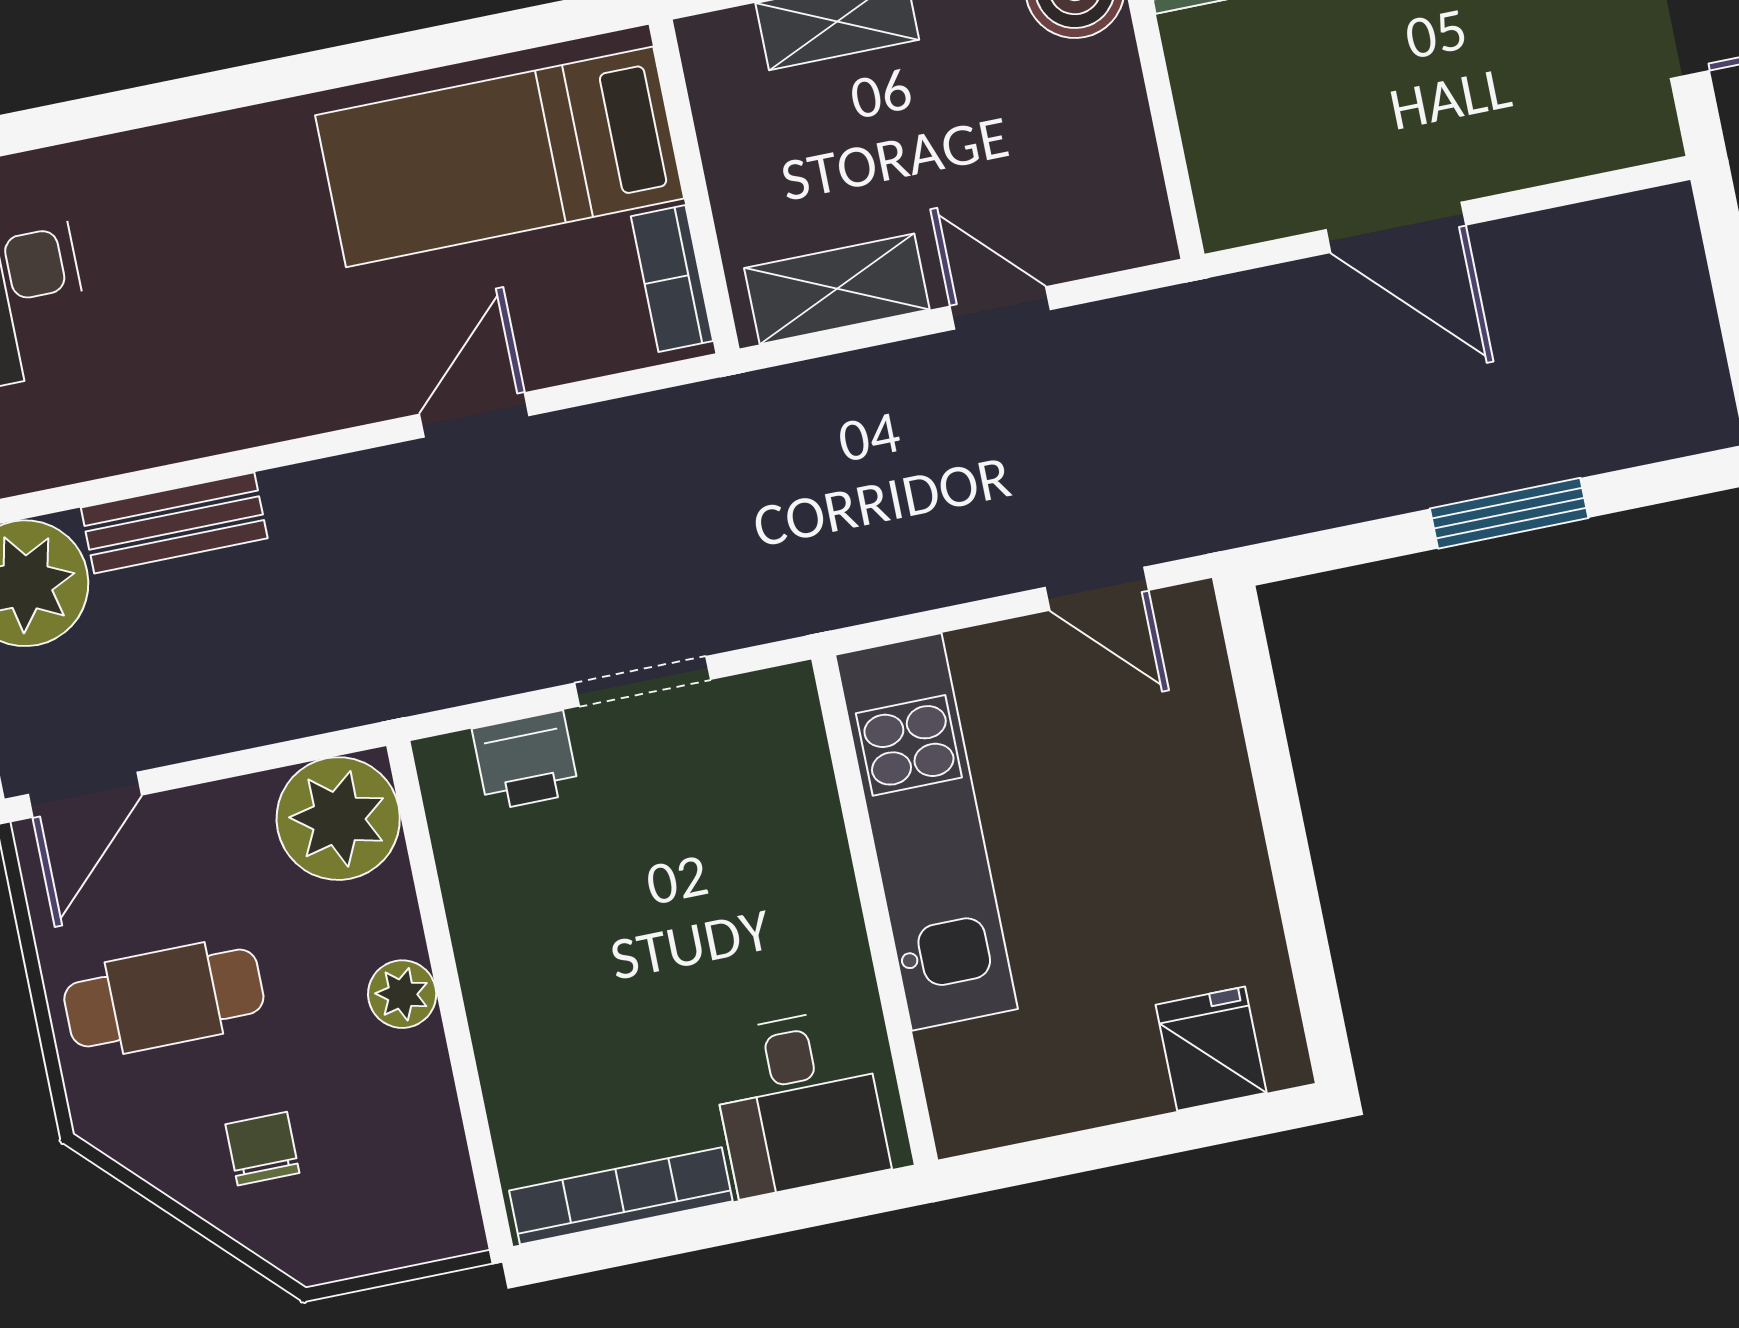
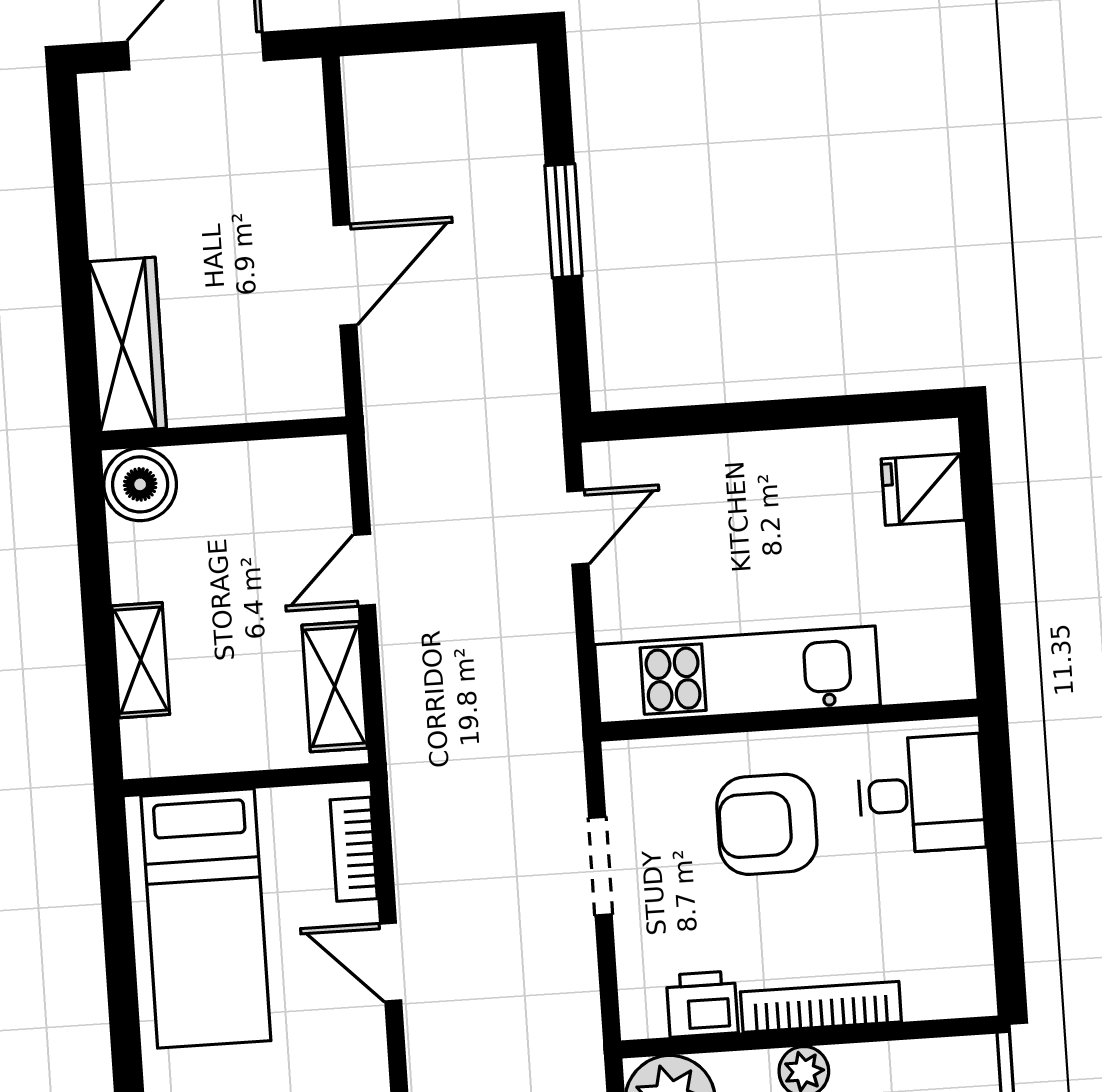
bookcase: (672, 279) -> (354, 849), moved, turned 90
printer: (526, 761) -> (702, 1004), moved, turned -90
armchair: (730, 899) -> (767, 824), added
bookcase: (621, 1196) -> (821, 1007), moved, turned 90

